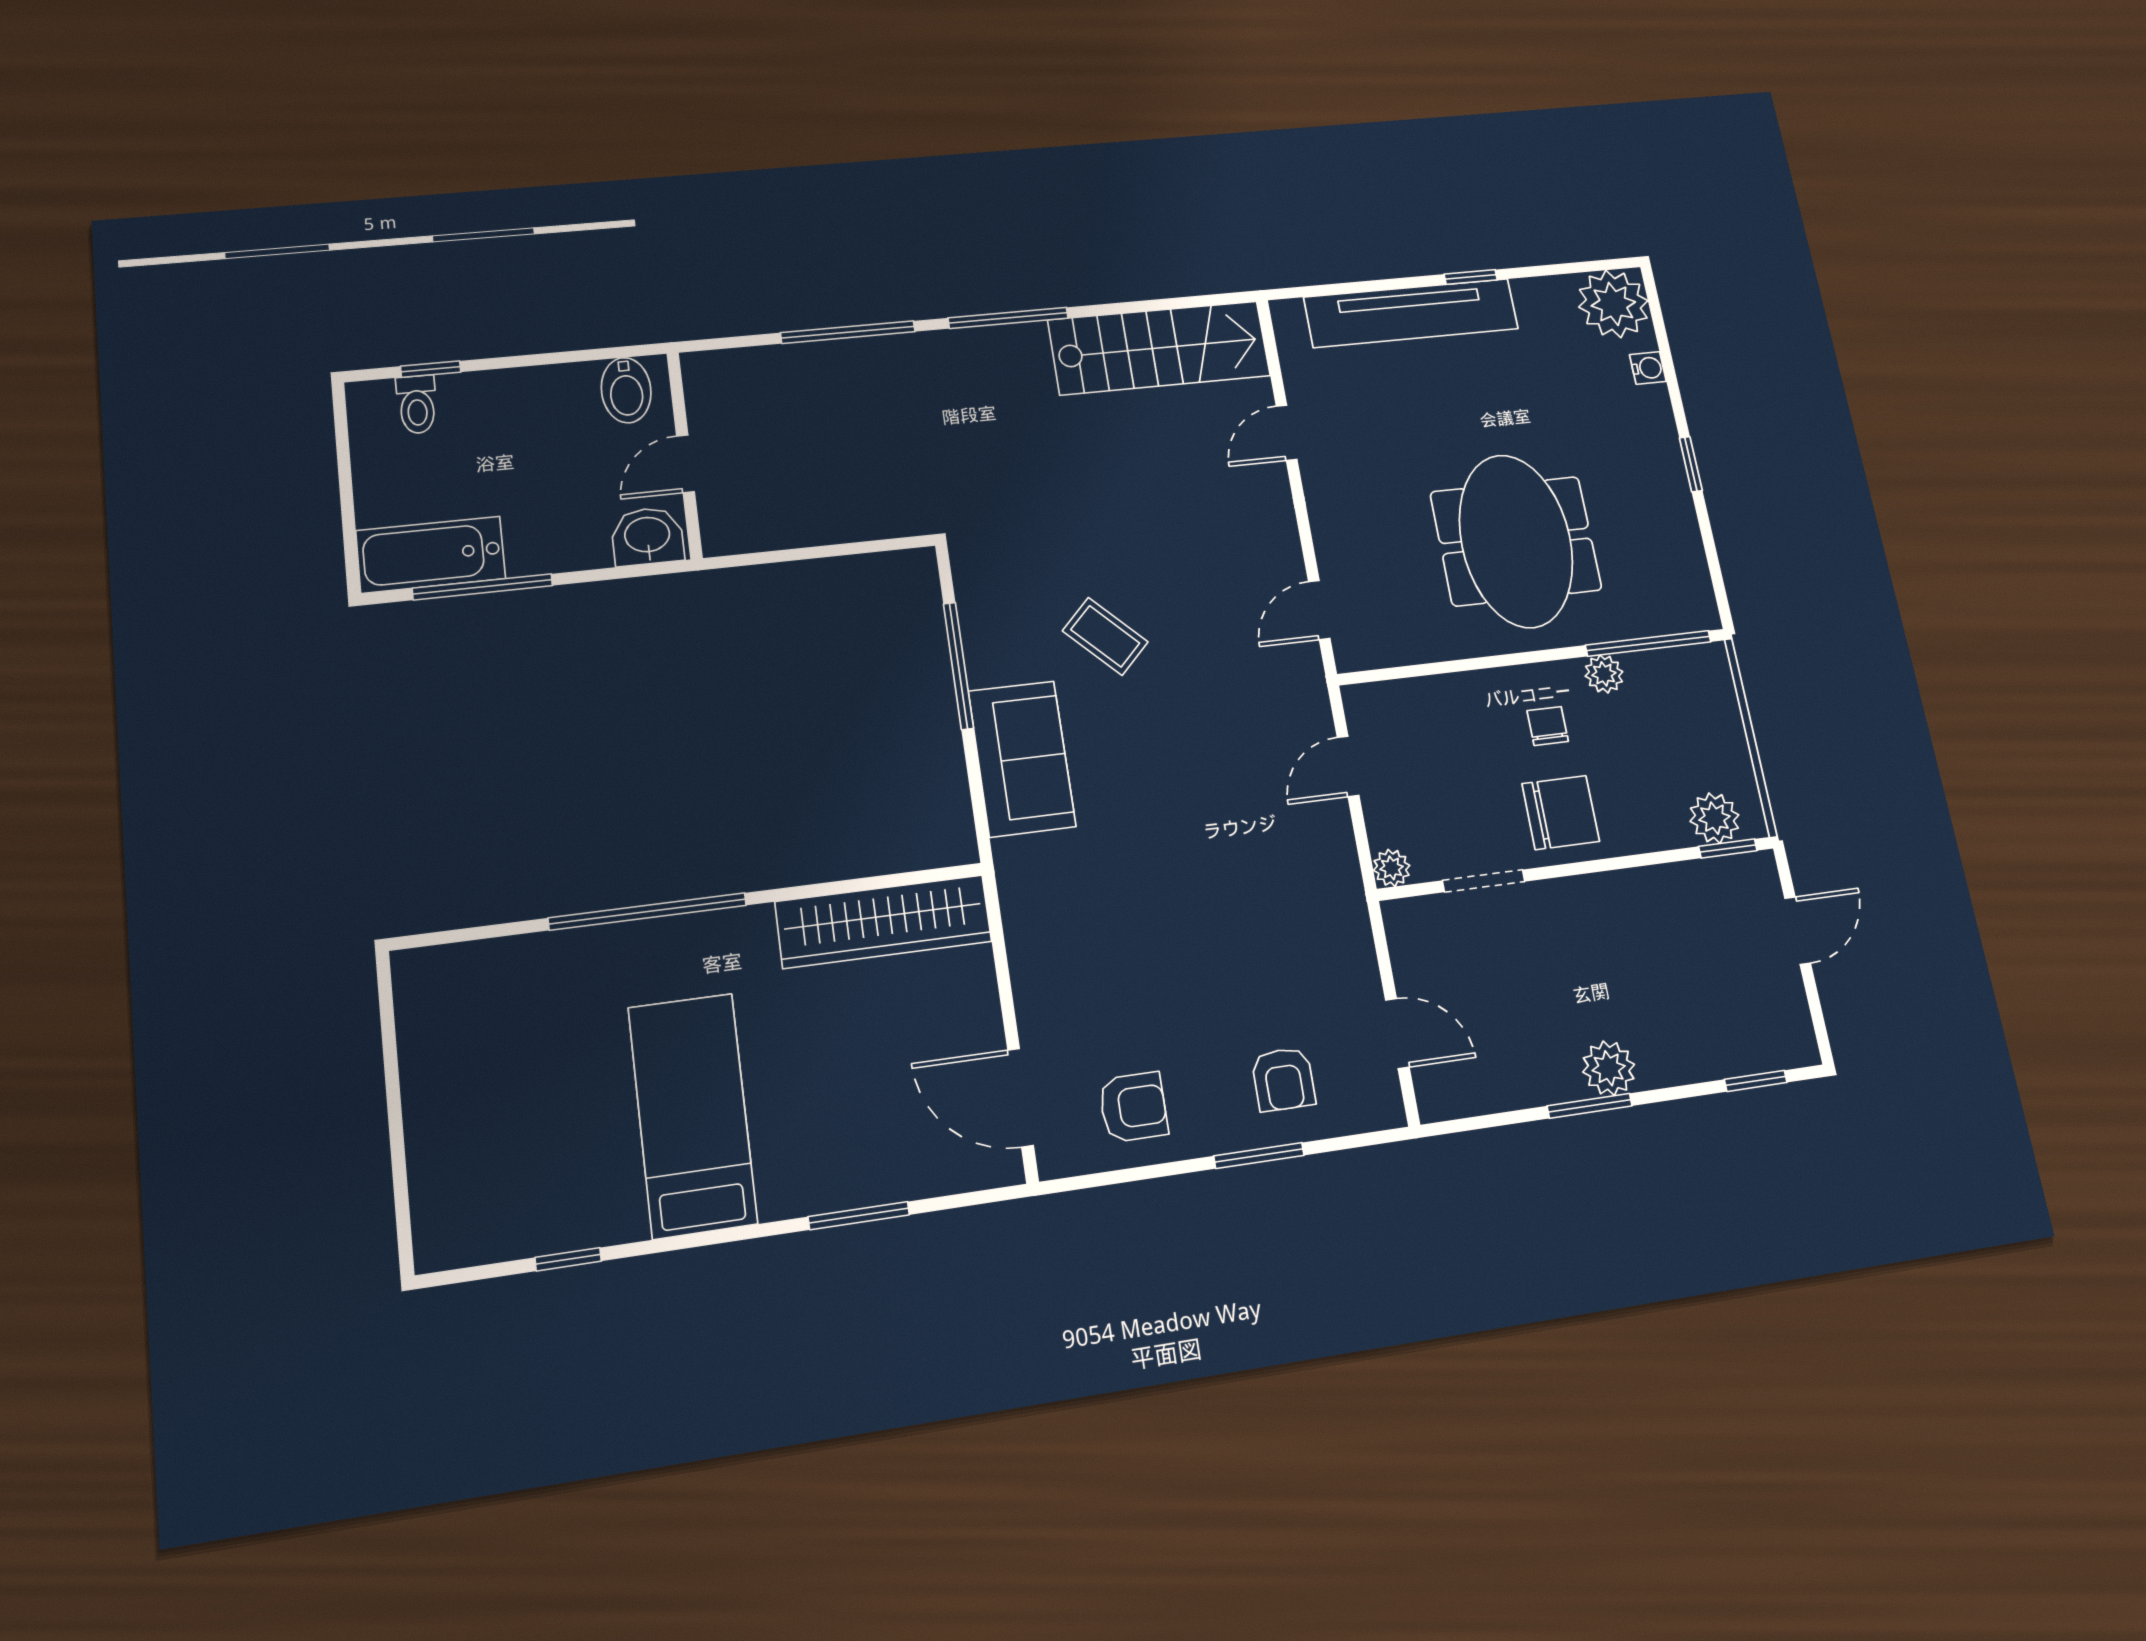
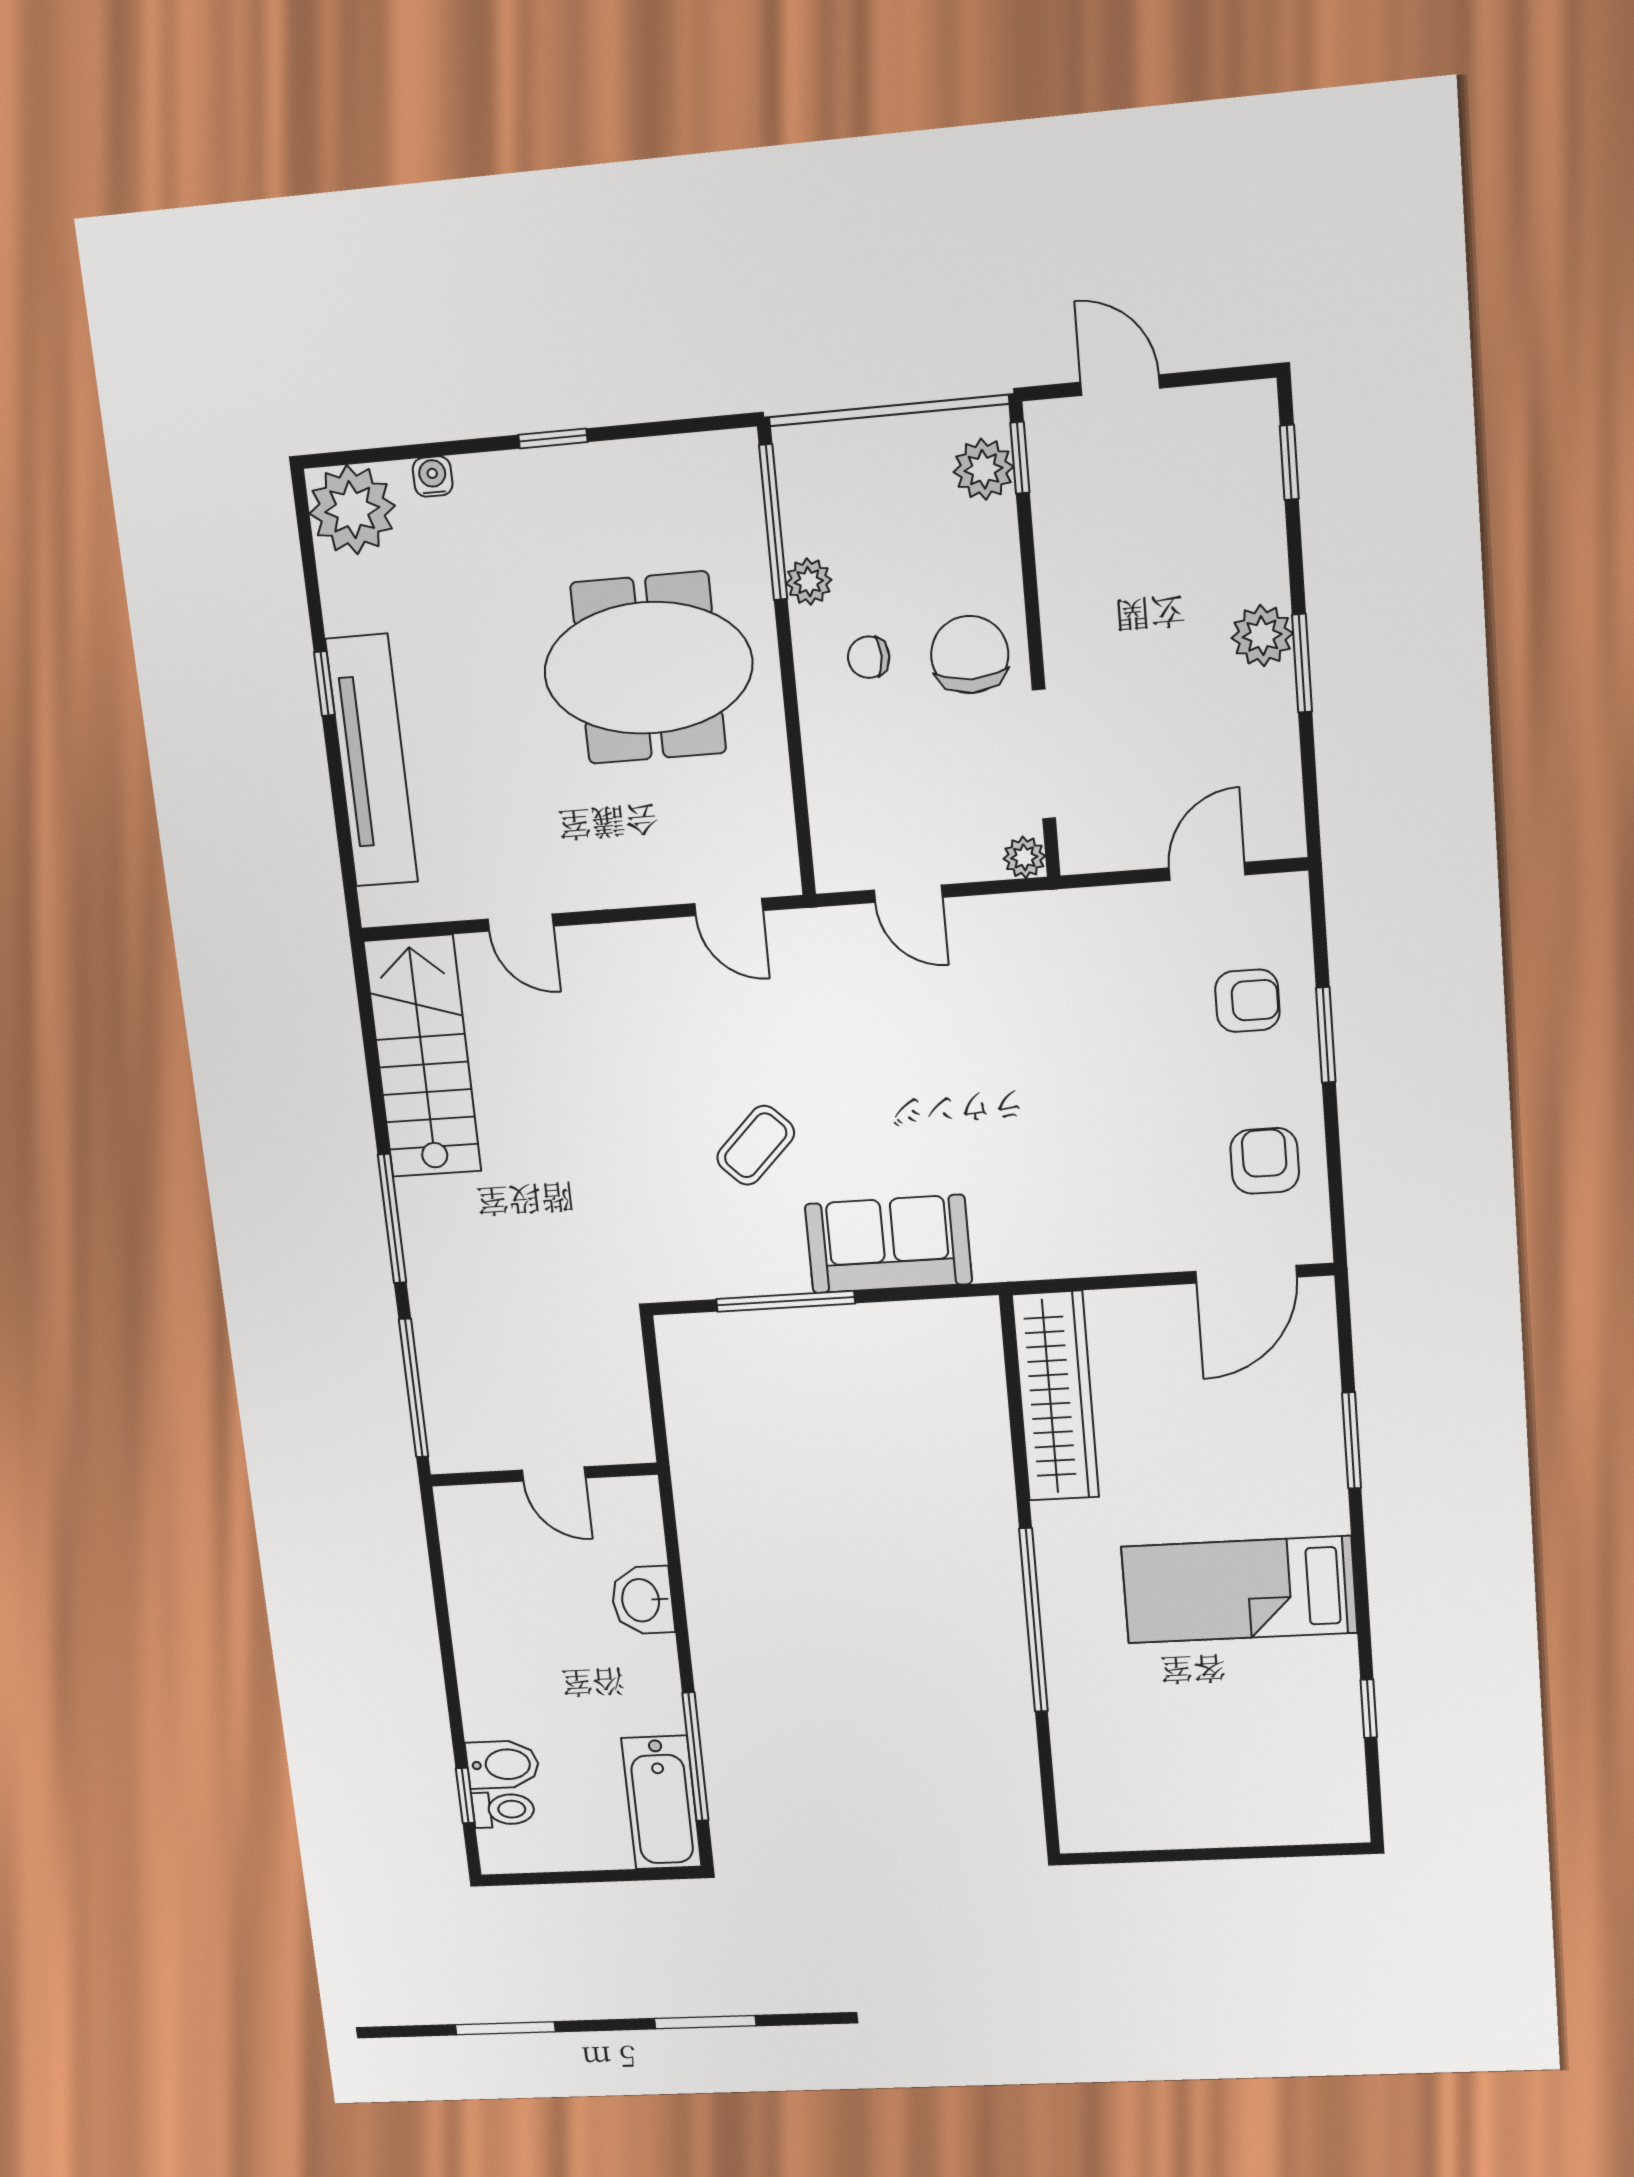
bidet: (626, 390) -> (503, 1765), moved
wall: (684, 455) -> (544, 1475), moved
door: (686, 464) -> (554, 1474), moved
doorway: (1484, 881) -> (1044, 754), width x1.38

